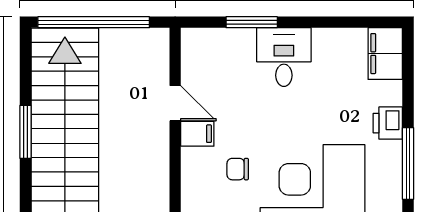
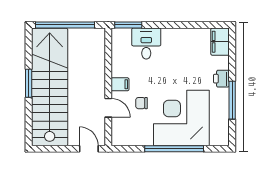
window: (252, 22) -> (128, 25), moved
desk: (284, 57) -> (146, 44), moved
door: (175, 103) -> (108, 108), moved

